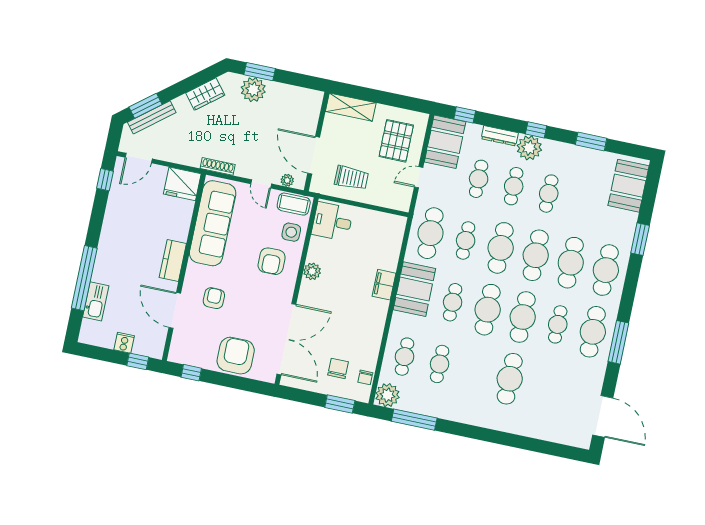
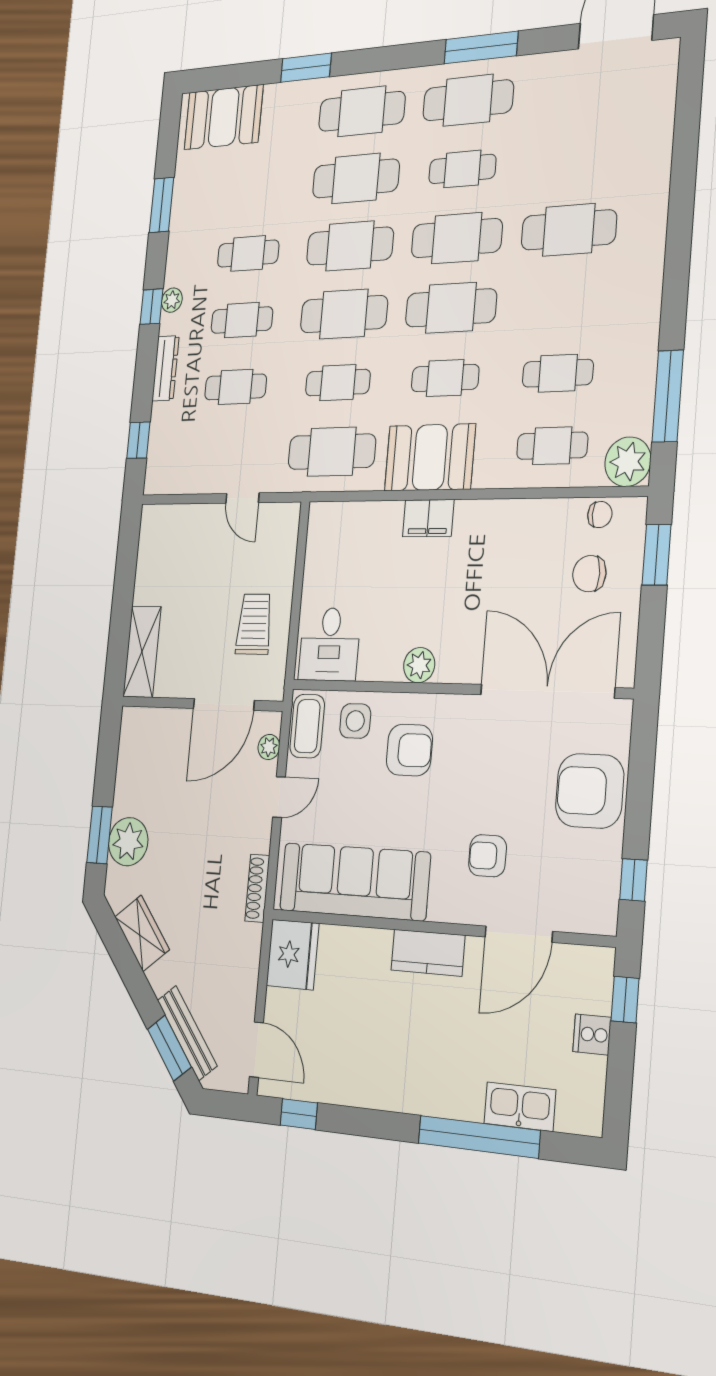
pallet: (396, 141) -> (188, 554), removed
booth: (445, 142) -> (183, 464), removed
plant: (529, 148) -> (172, 300), width x0.53, depth x0.53

